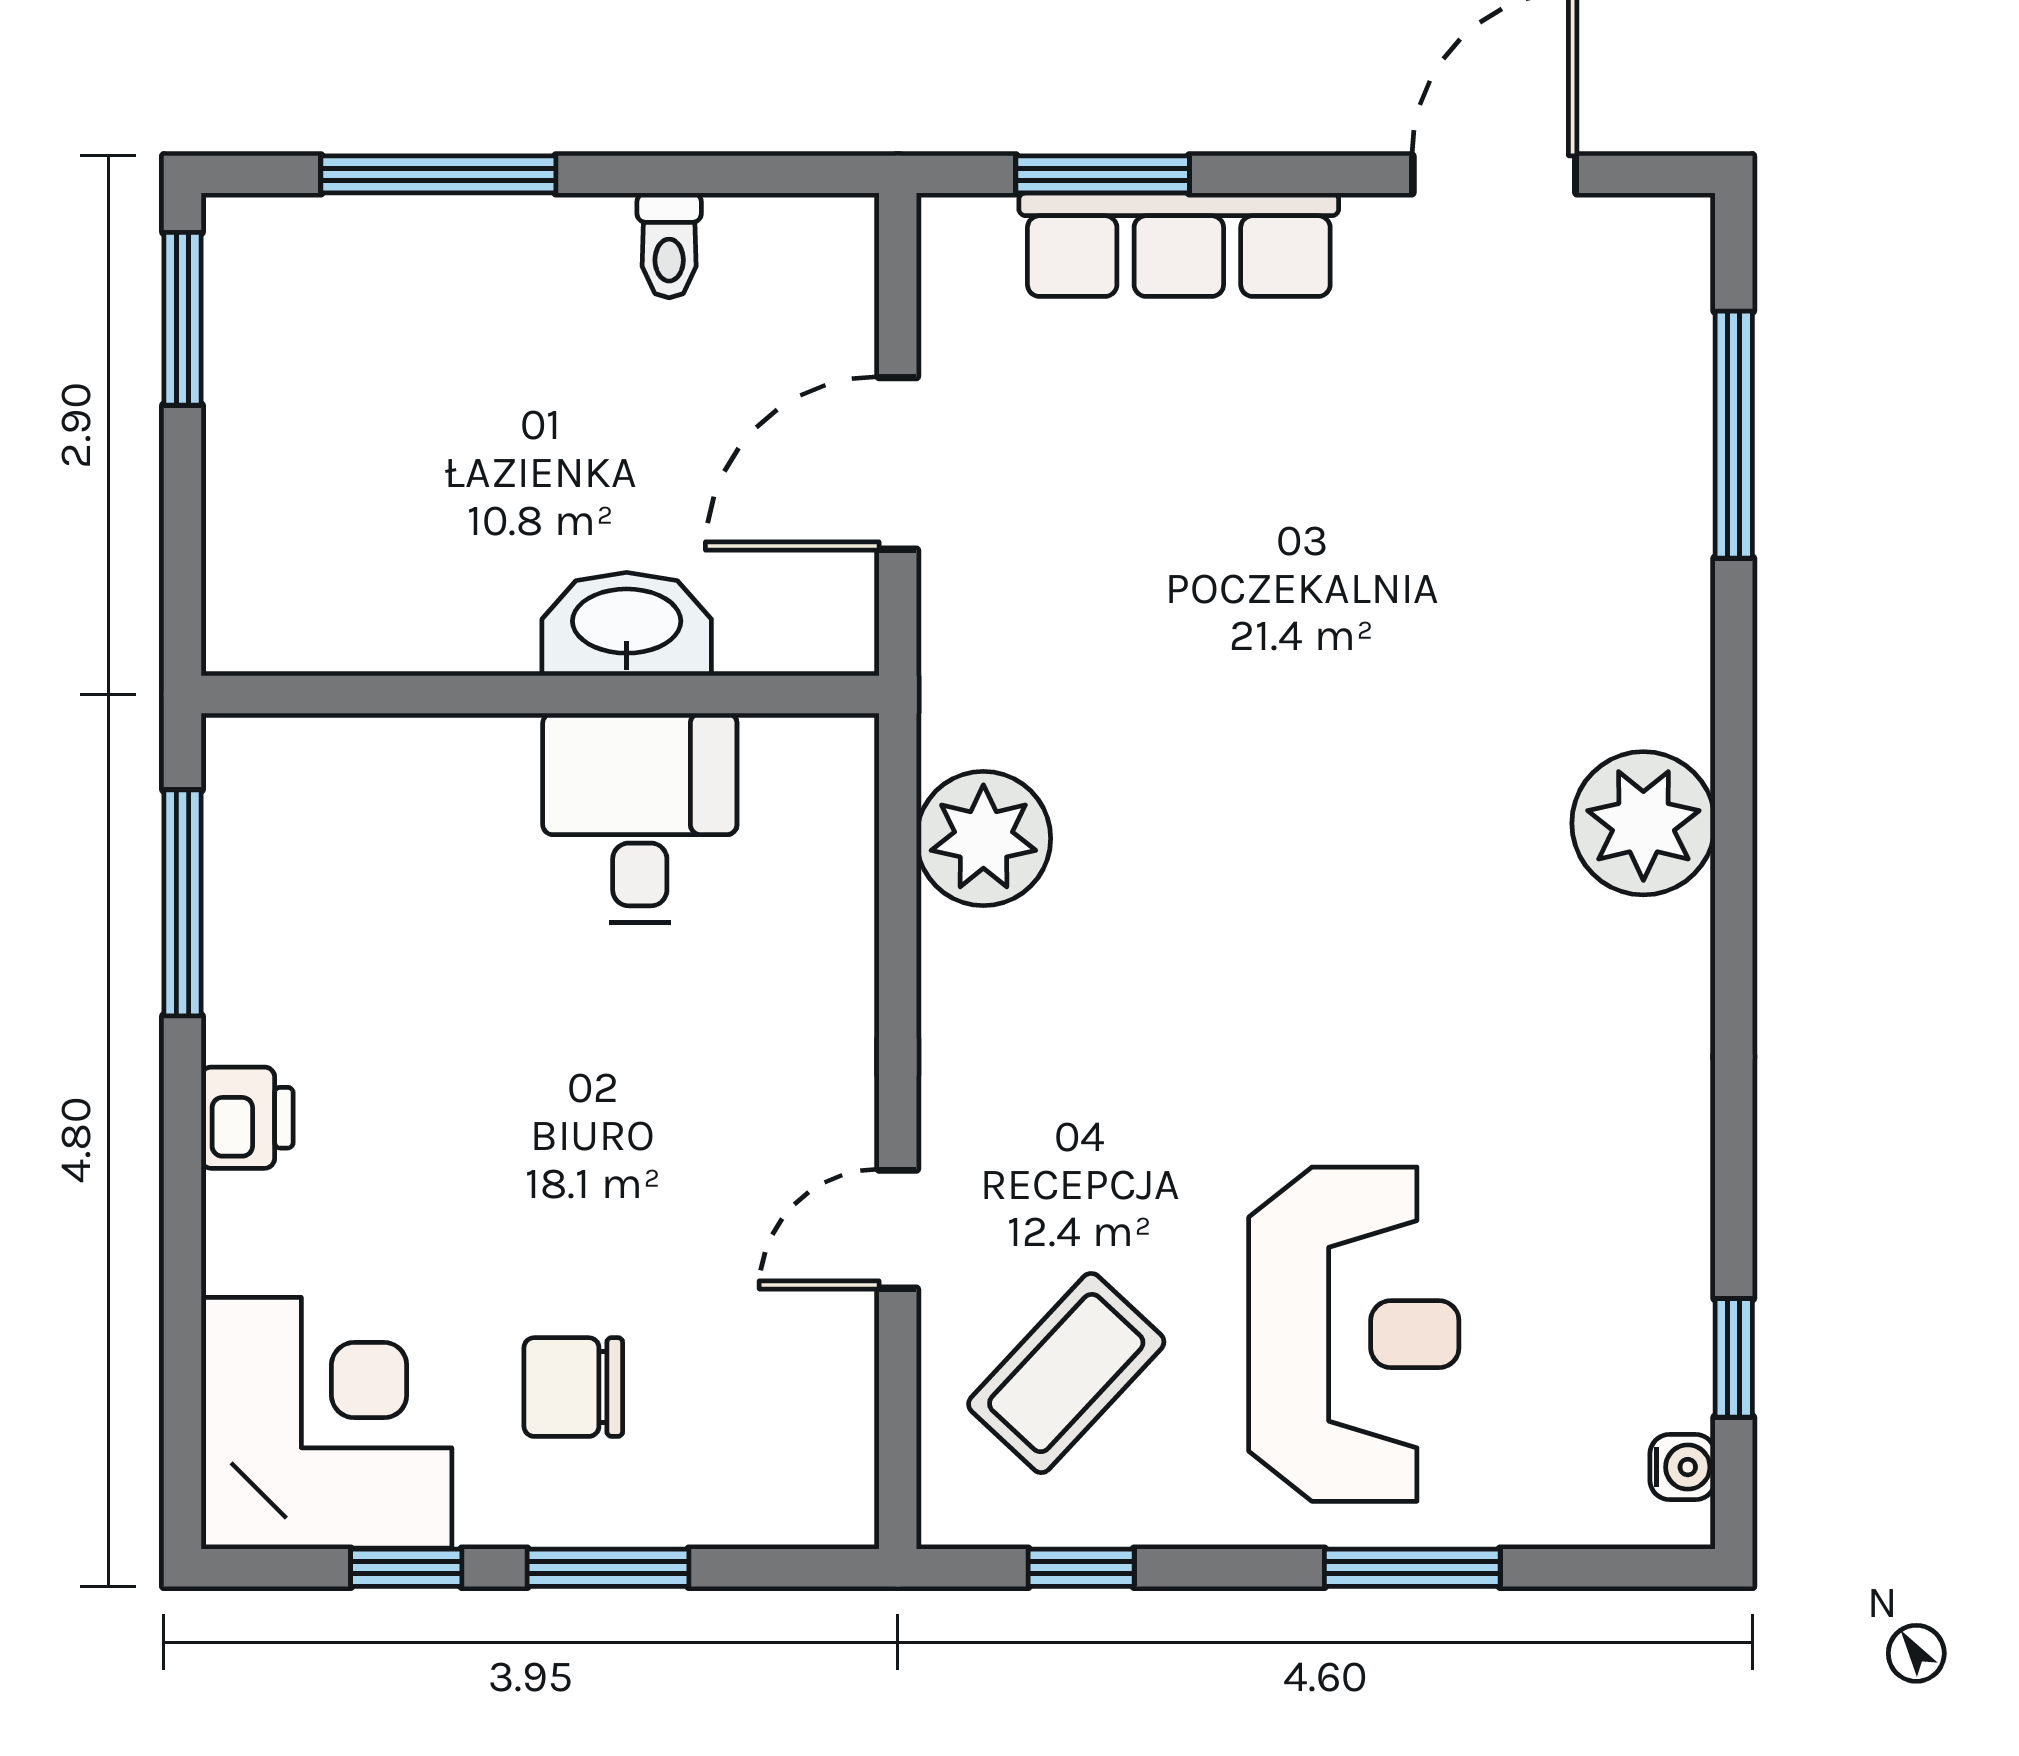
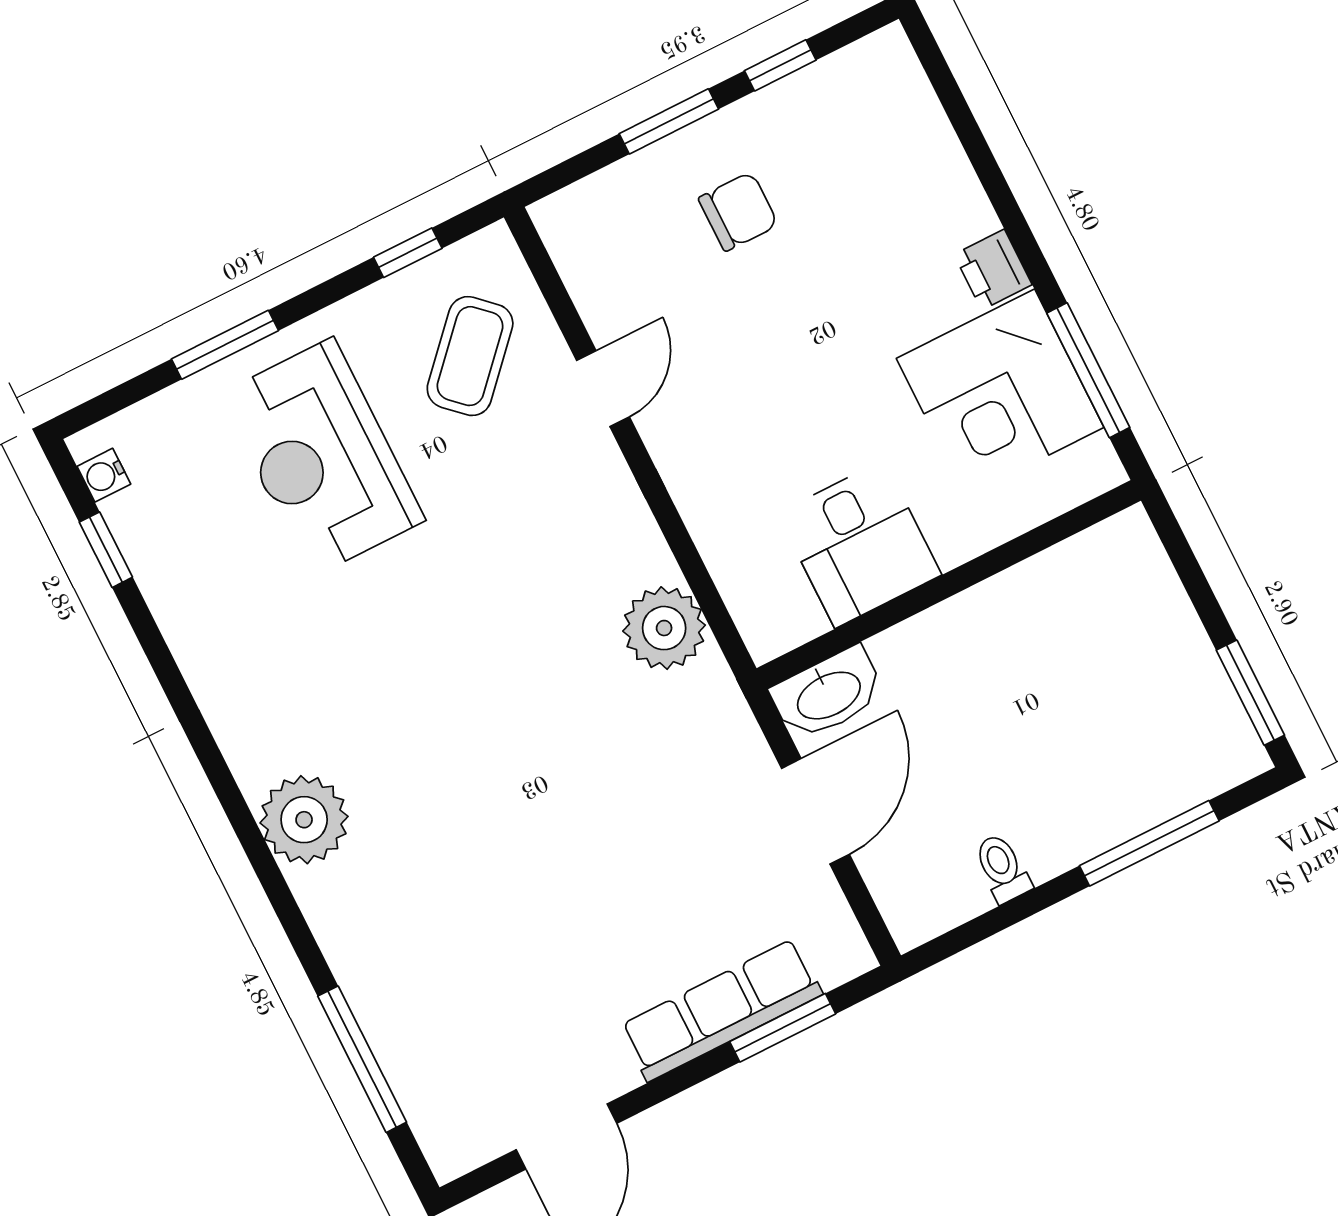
washbasin: (627, 624) -> (828, 694), moved
corner desk: (326, 1423) -> (1000, 393), moved

